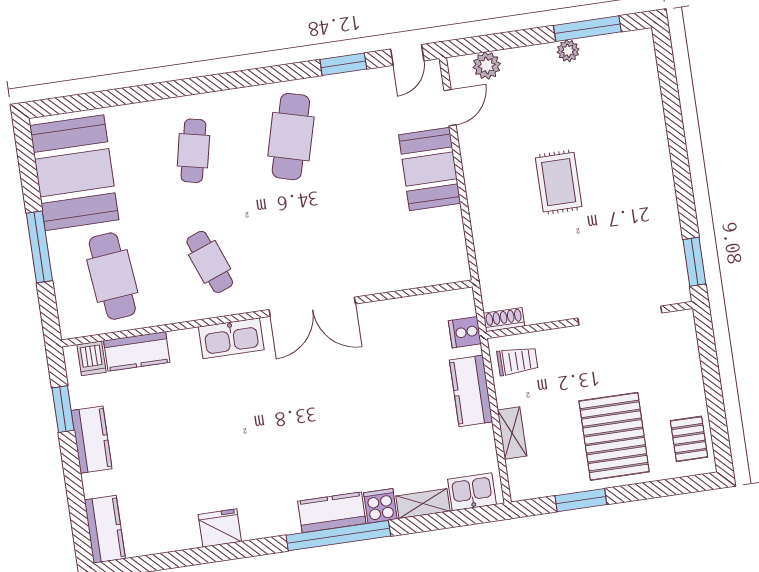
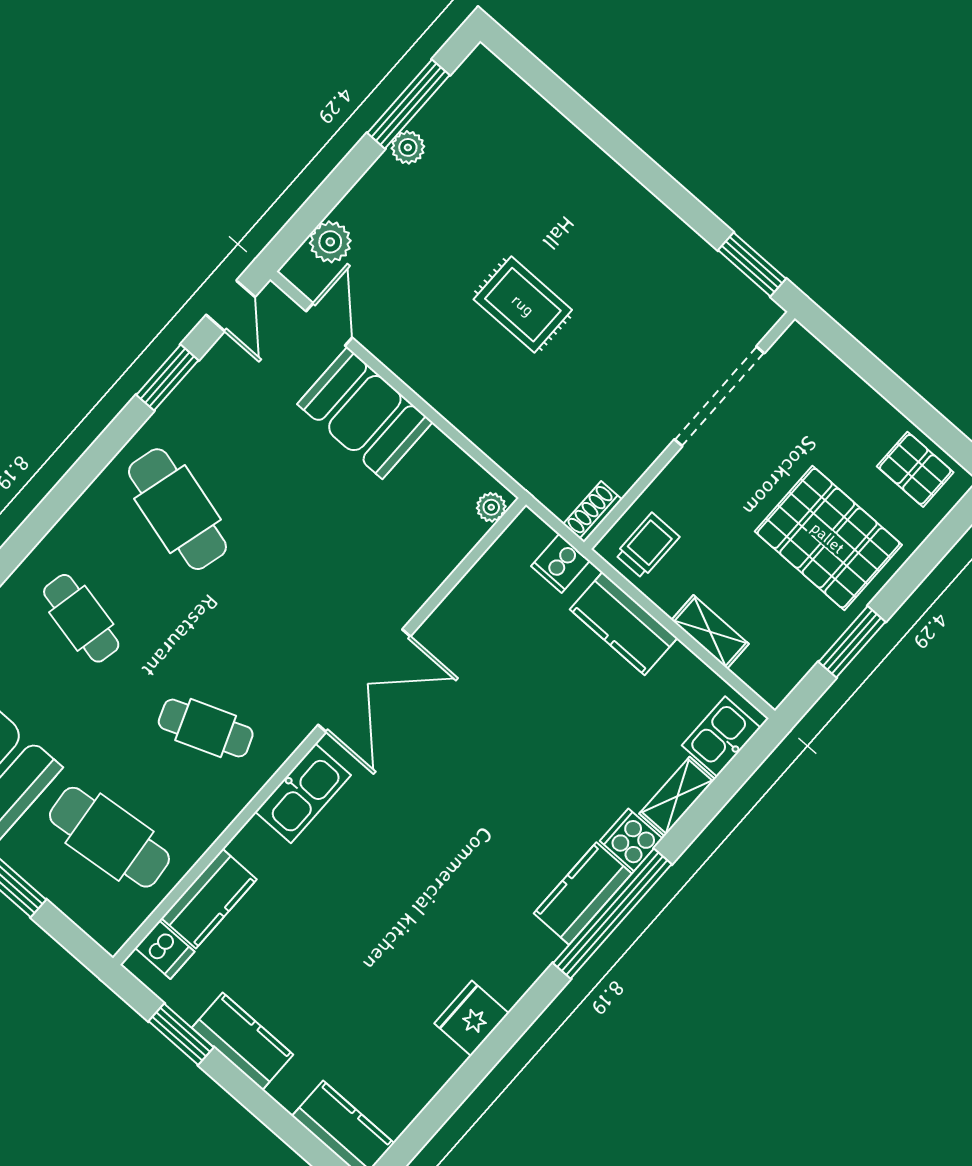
plant: (454, 273) -> (491, 507), added

